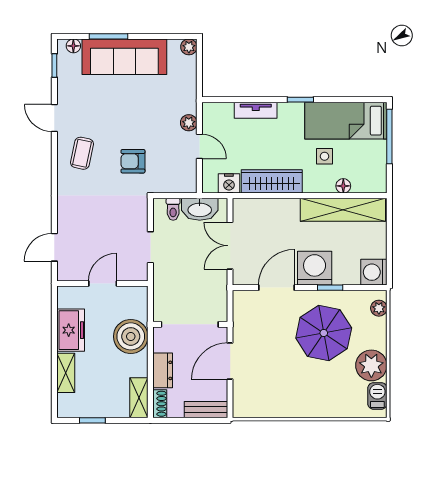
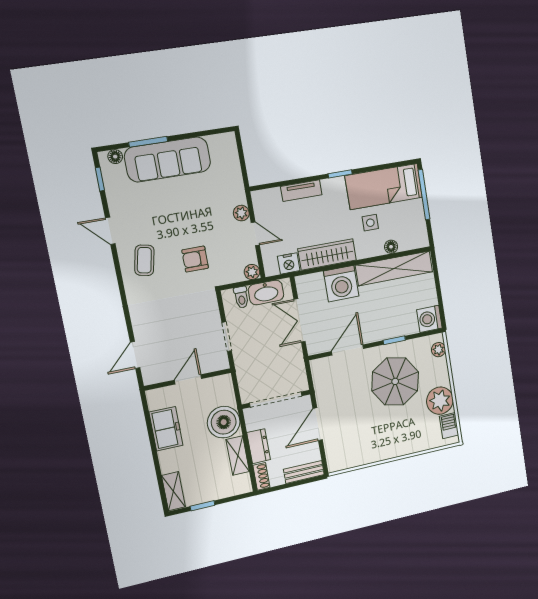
plant: (189, 47) -> (252, 272), moved
washing machine: (315, 268) -> (341, 284), moved, turned 180
shelving: (66, 373) -> (173, 491), moved
shelving: (139, 398) -> (238, 455), moved

